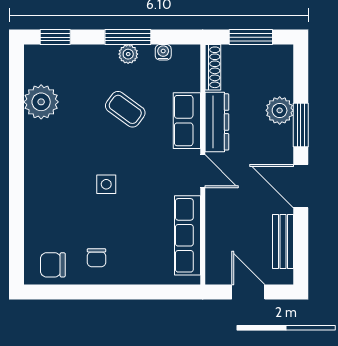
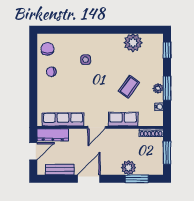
dresser: (217, 122) -> (53, 135), moved
window: (301, 125) -> (137, 179), moved
side table: (106, 184) -> (86, 60), moved

